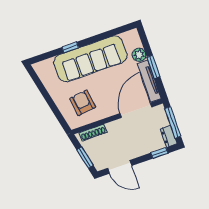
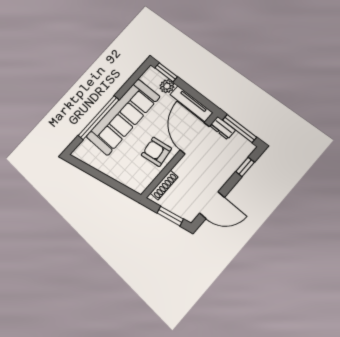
window: (70, 47) -> (99, 118), width x3.17
window: (154, 67) -> (166, 72), moved
armchair: (83, 103) -> (156, 152), moved
dresser: (168, 136) -> (222, 128), moved

